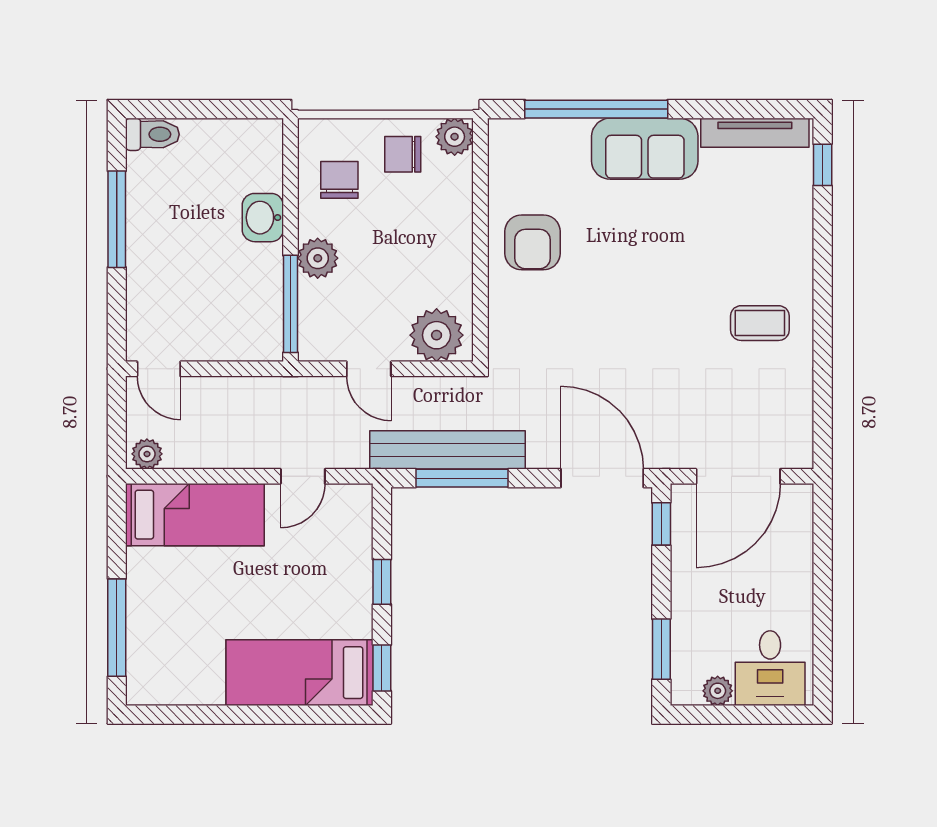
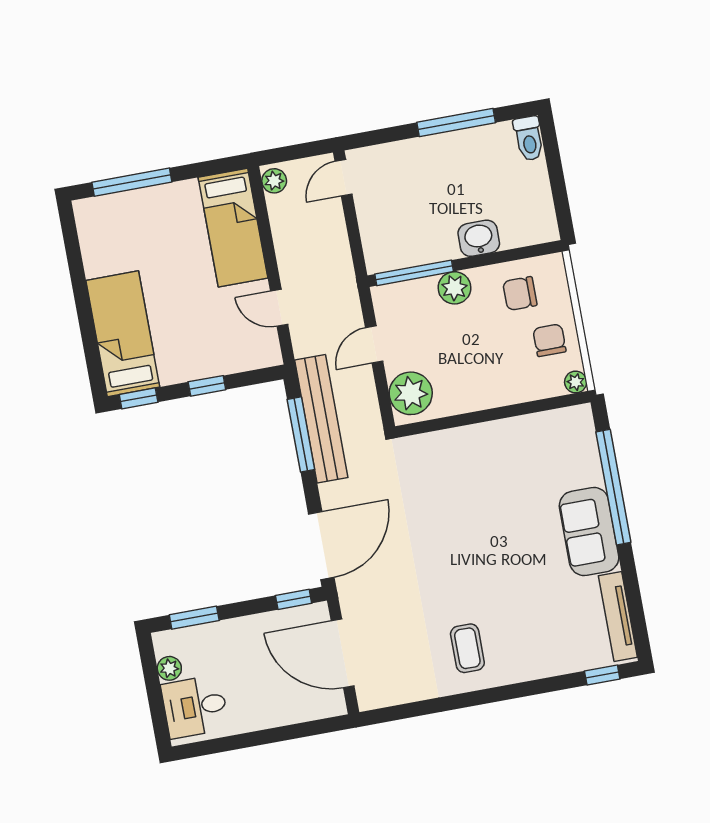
plant: (455, 137) -> (576, 382), width x0.73, depth x0.73
chair: (339, 180) -> (520, 294), turned 180
armchair: (532, 242) -> (498, 456), removed

